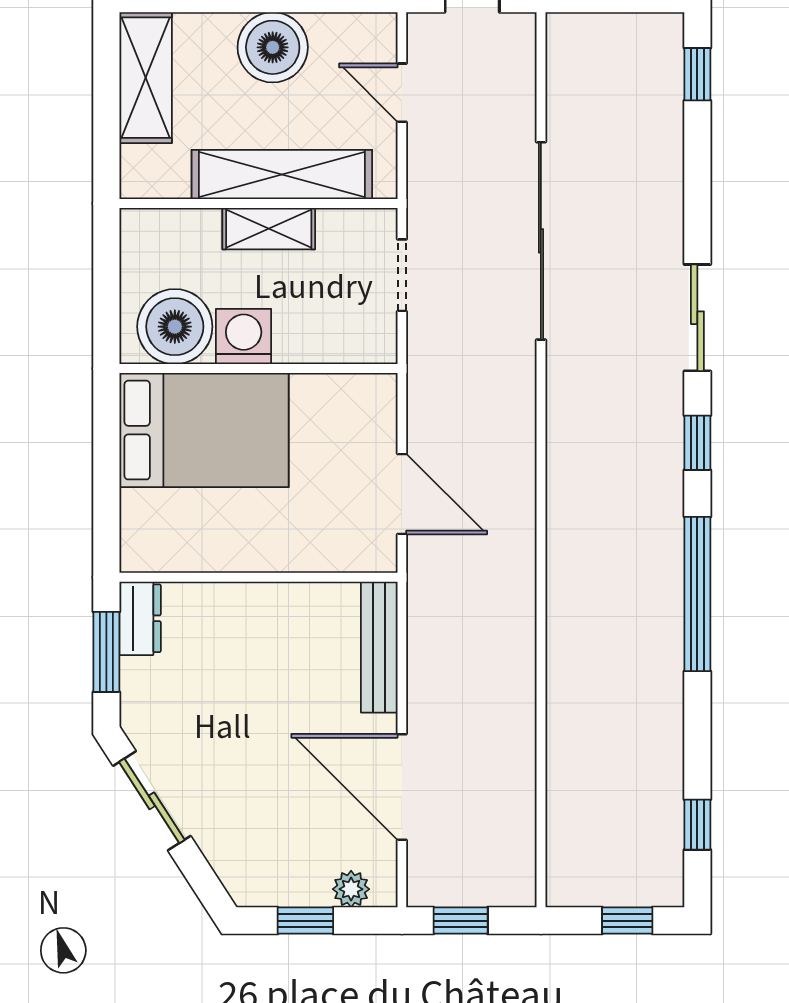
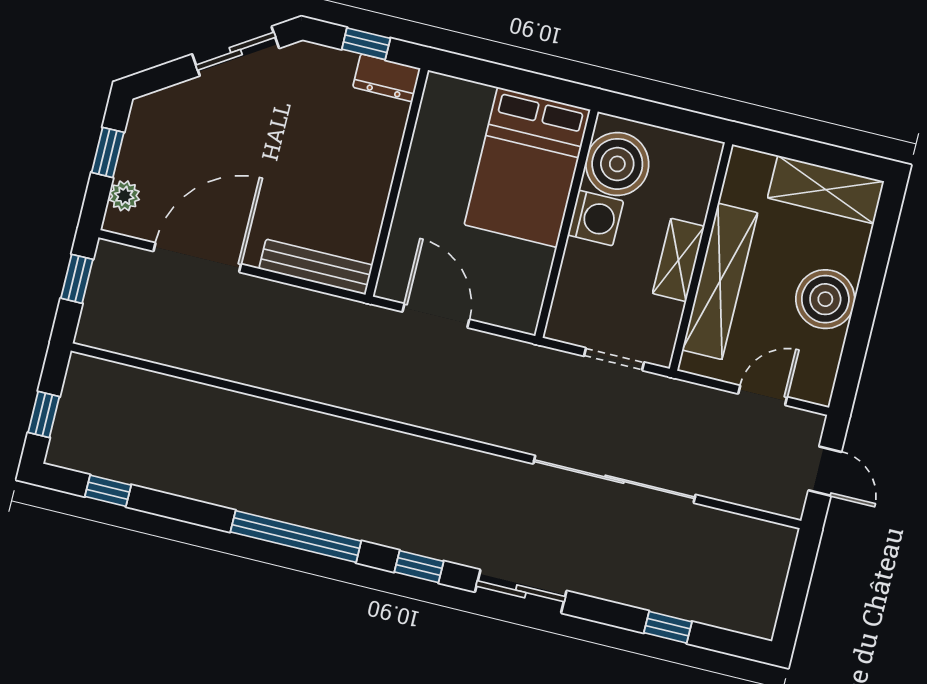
window: (697, 74) -> (668, 627), moved
door: (402, 494) -> (436, 316), swing flipped
window: (106, 652) -> (366, 44), width x0.67

